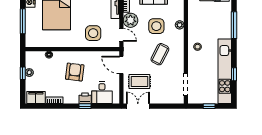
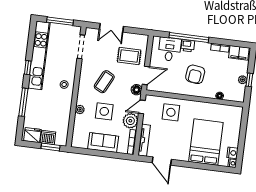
window: (23, 21) -> (243, 134), removed
door: (121, 35) -> (142, 107), hinge flipped
floor lamp: (128, 50) -> (137, 90), added
door: (121, 65) -> (146, 76), hinge flipped
window: (234, 74) -> (28, 68), moved
window: (85, 106) -> (189, 37), width x3.17
double door: (138, 106) -> (111, 28), moved
window: (209, 106) -> (60, 21), width x2.17

